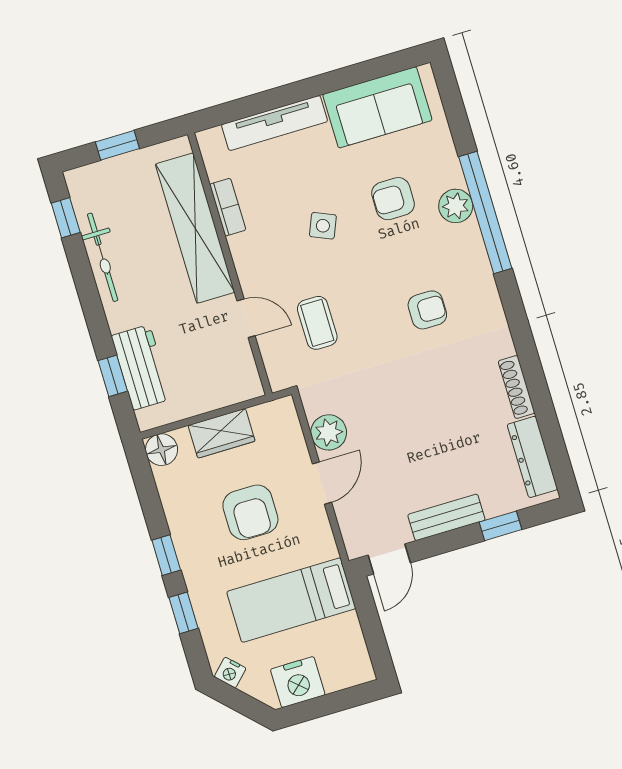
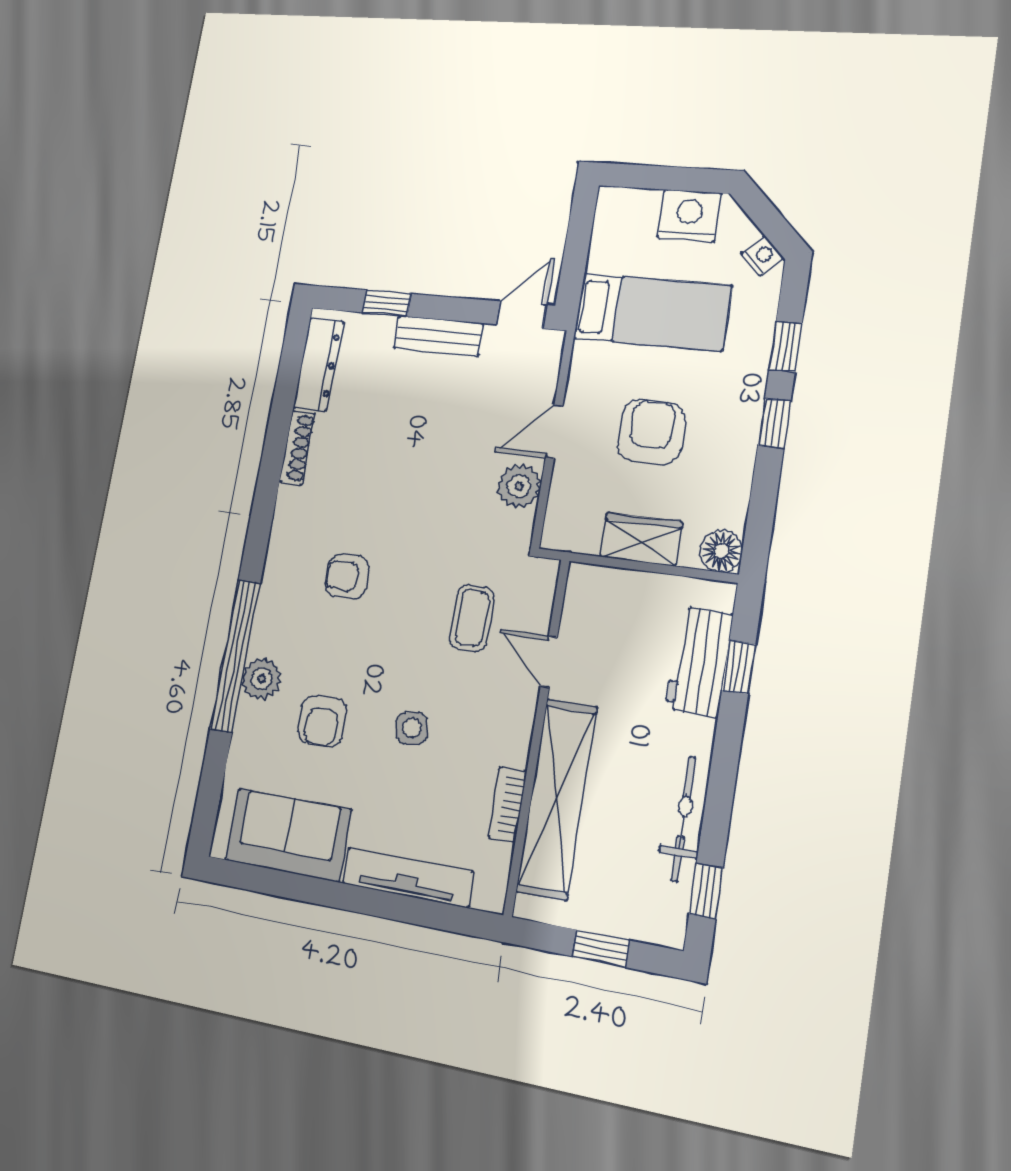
armchair: (393, 199) -> (322, 721), turned 90
side table: (323, 226) -> (412, 728), turned -35

